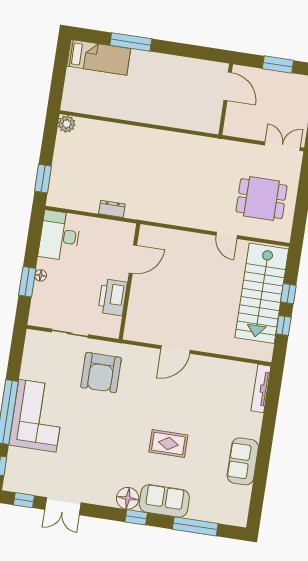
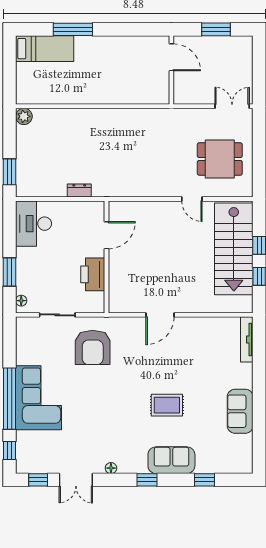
floor lamp: (41, 275) -> (21, 301), moved
floor lamp: (128, 498) -> (111, 468), moved, width x0.53, depth x0.53
window: (195, 526) -> (205, 480), width x0.46

